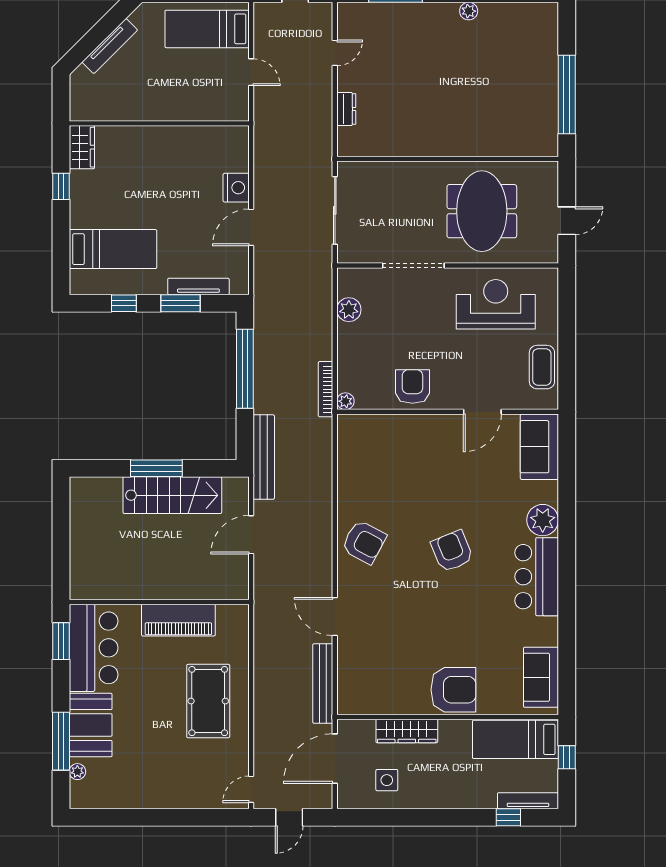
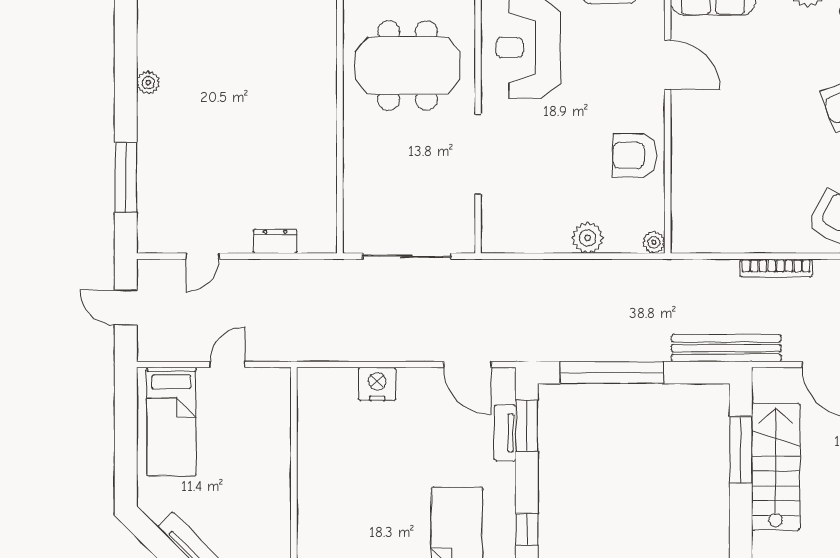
door: (335, 53) -> (202, 256), swing flipped
door: (251, 227) -> (467, 365), moved
tv unit: (198, 286) -> (505, 433), width x0.71
window: (181, 303) -> (527, 426), moved
plant: (349, 310) -> (588, 238), moved
bookcase: (326, 389) -> (776, 268), moved
window: (156, 468) -> (741, 450), moved

